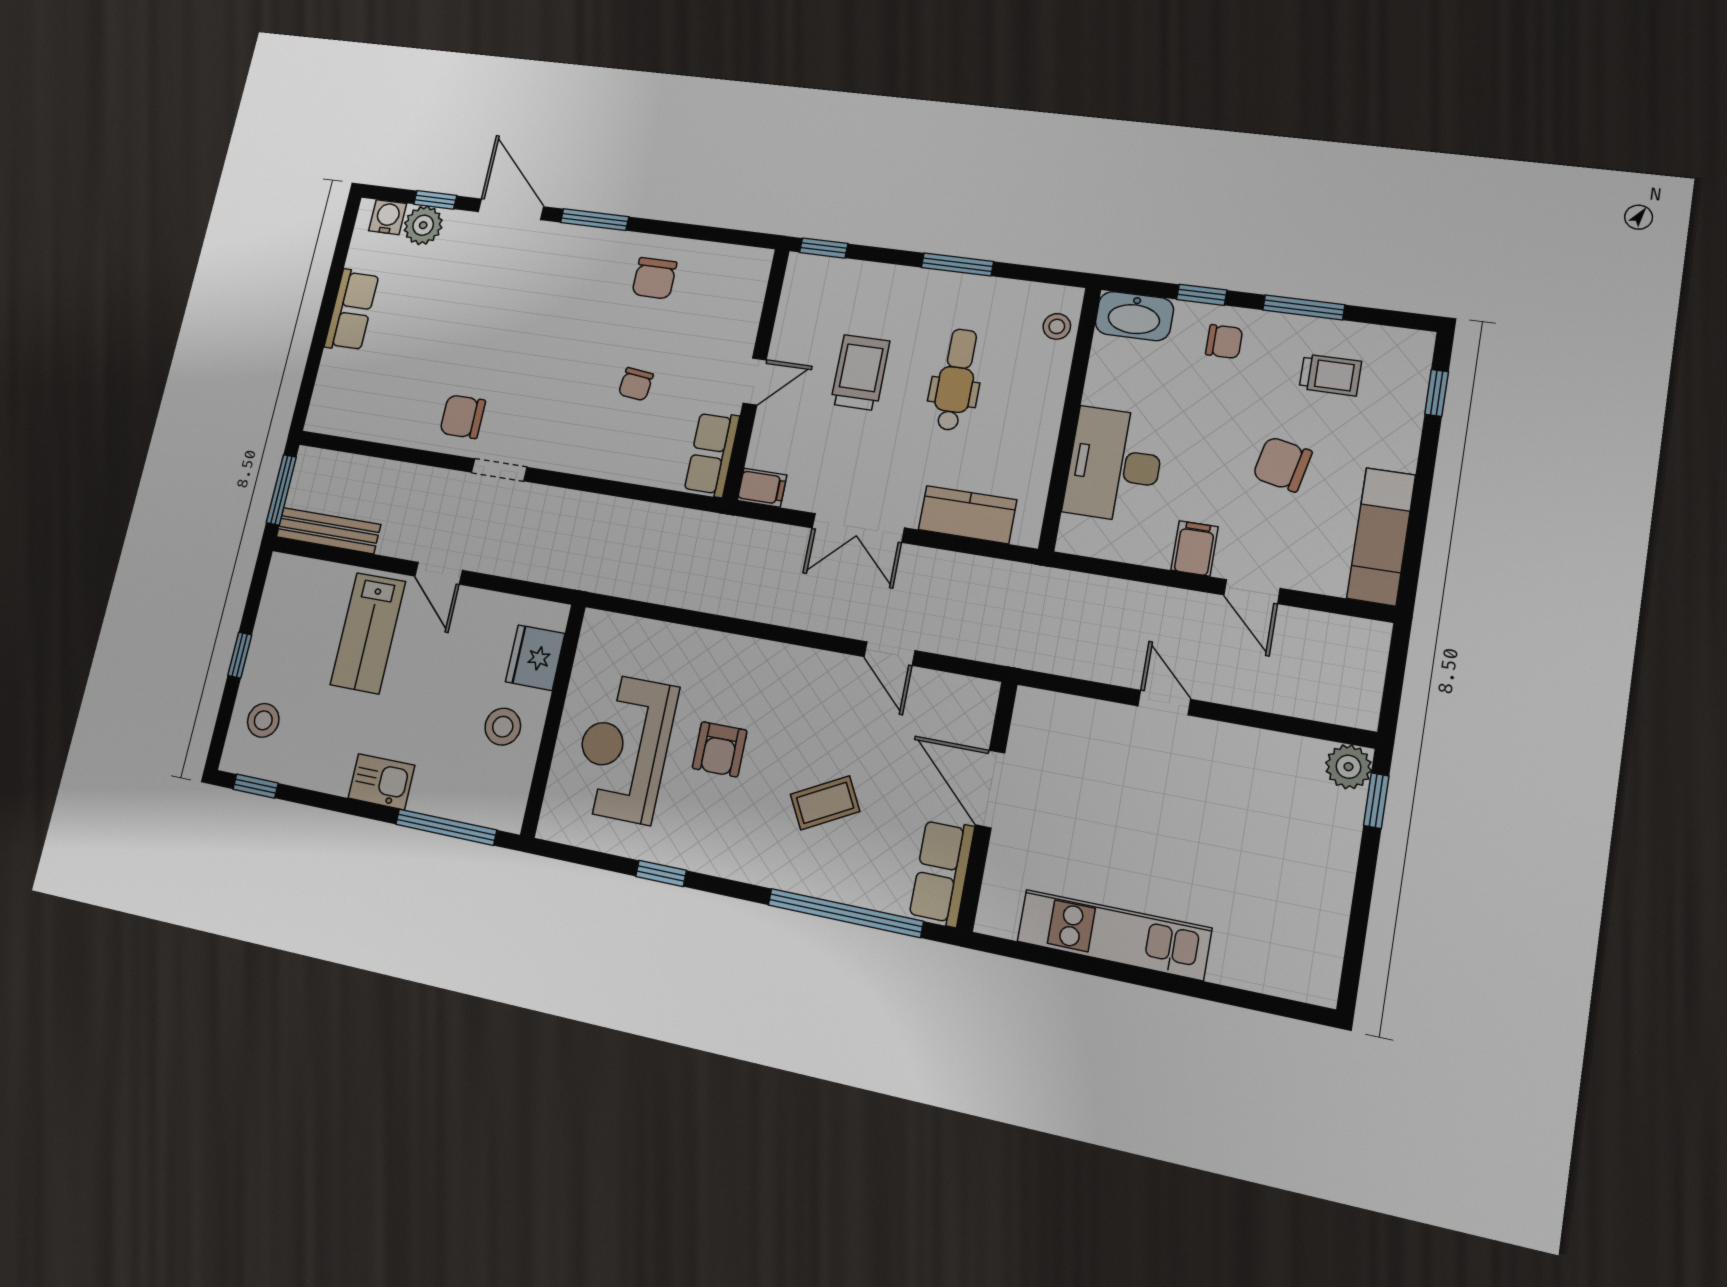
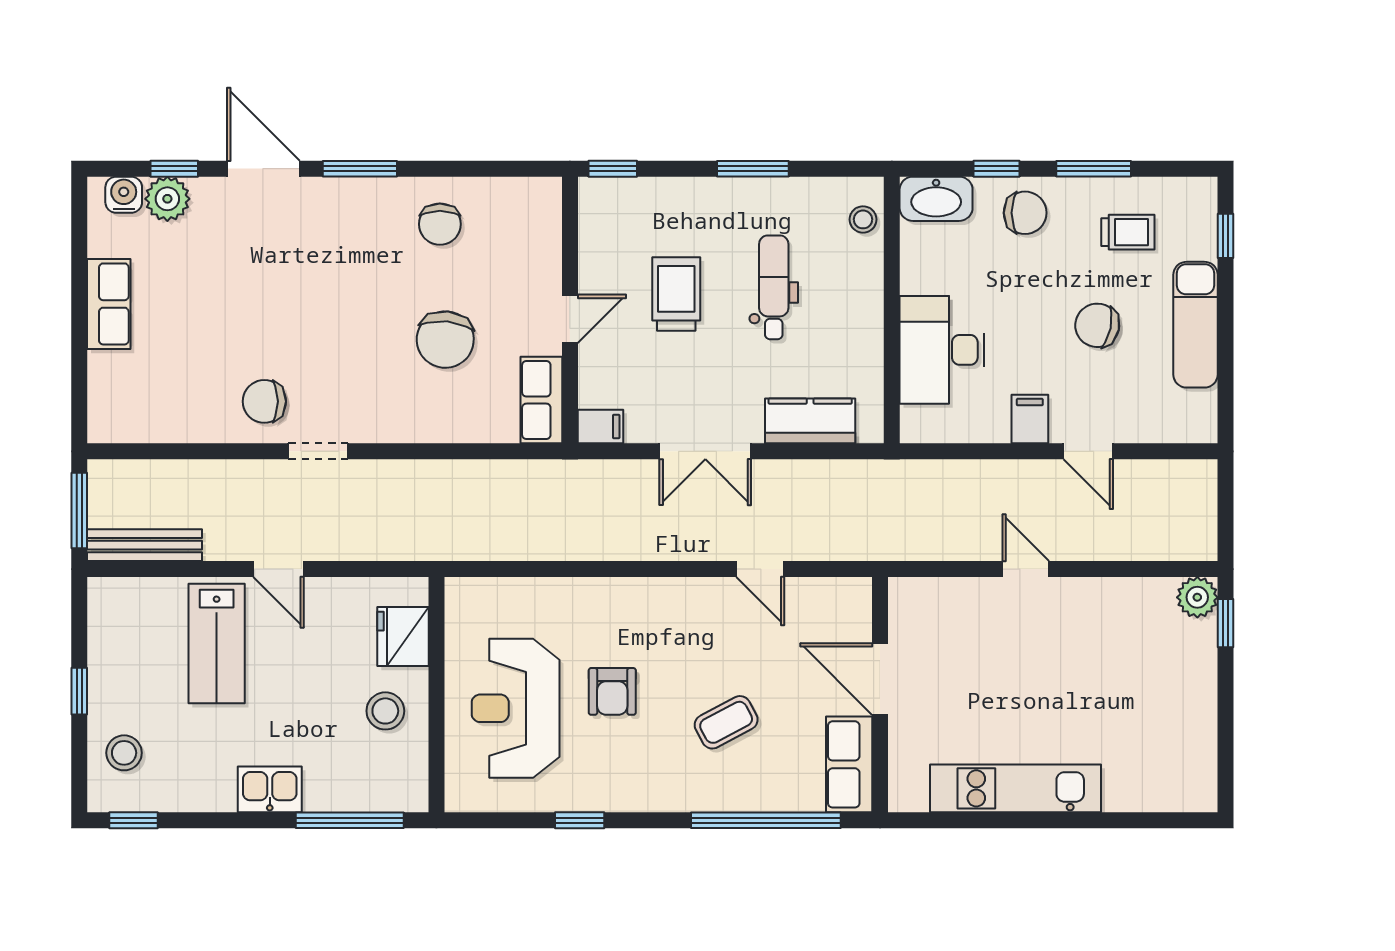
chair: (1224, 342) -> (1025, 213), width x1.37, depth x1.37
chair: (636, 384) -> (445, 340), width x1.87, depth x1.87
exam couch: (1381, 537) -> (1196, 325), moved

